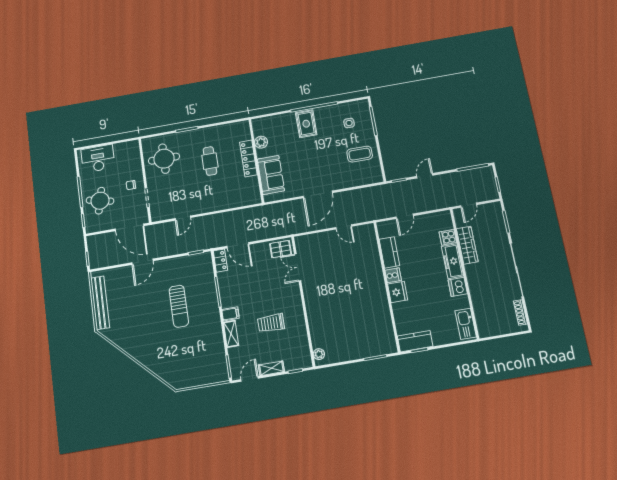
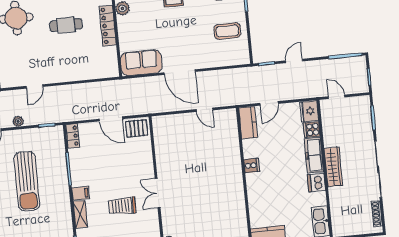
cafe table: (210, 161) -> (66, 25), turned 90
sofa: (271, 175) -> (141, 63), moved, turned -90
door: (318, 194) -> (180, 72), hinge flipped
door: (469, 205) -> (337, 97), swing flipped
door: (238, 245) -> (111, 119), moved
wardrobe: (467, 245) -> (333, 167), moved
plant: (169, 251) -> (18, 121), added
kitchen counter: (389, 252) -> (248, 123), moved
double door: (298, 267) -> (158, 193), moved
fridge: (398, 292) -> (309, 111), moved, turned 180
sun lounger: (179, 306) -> (27, 181), width x1.36, depth x1.34

